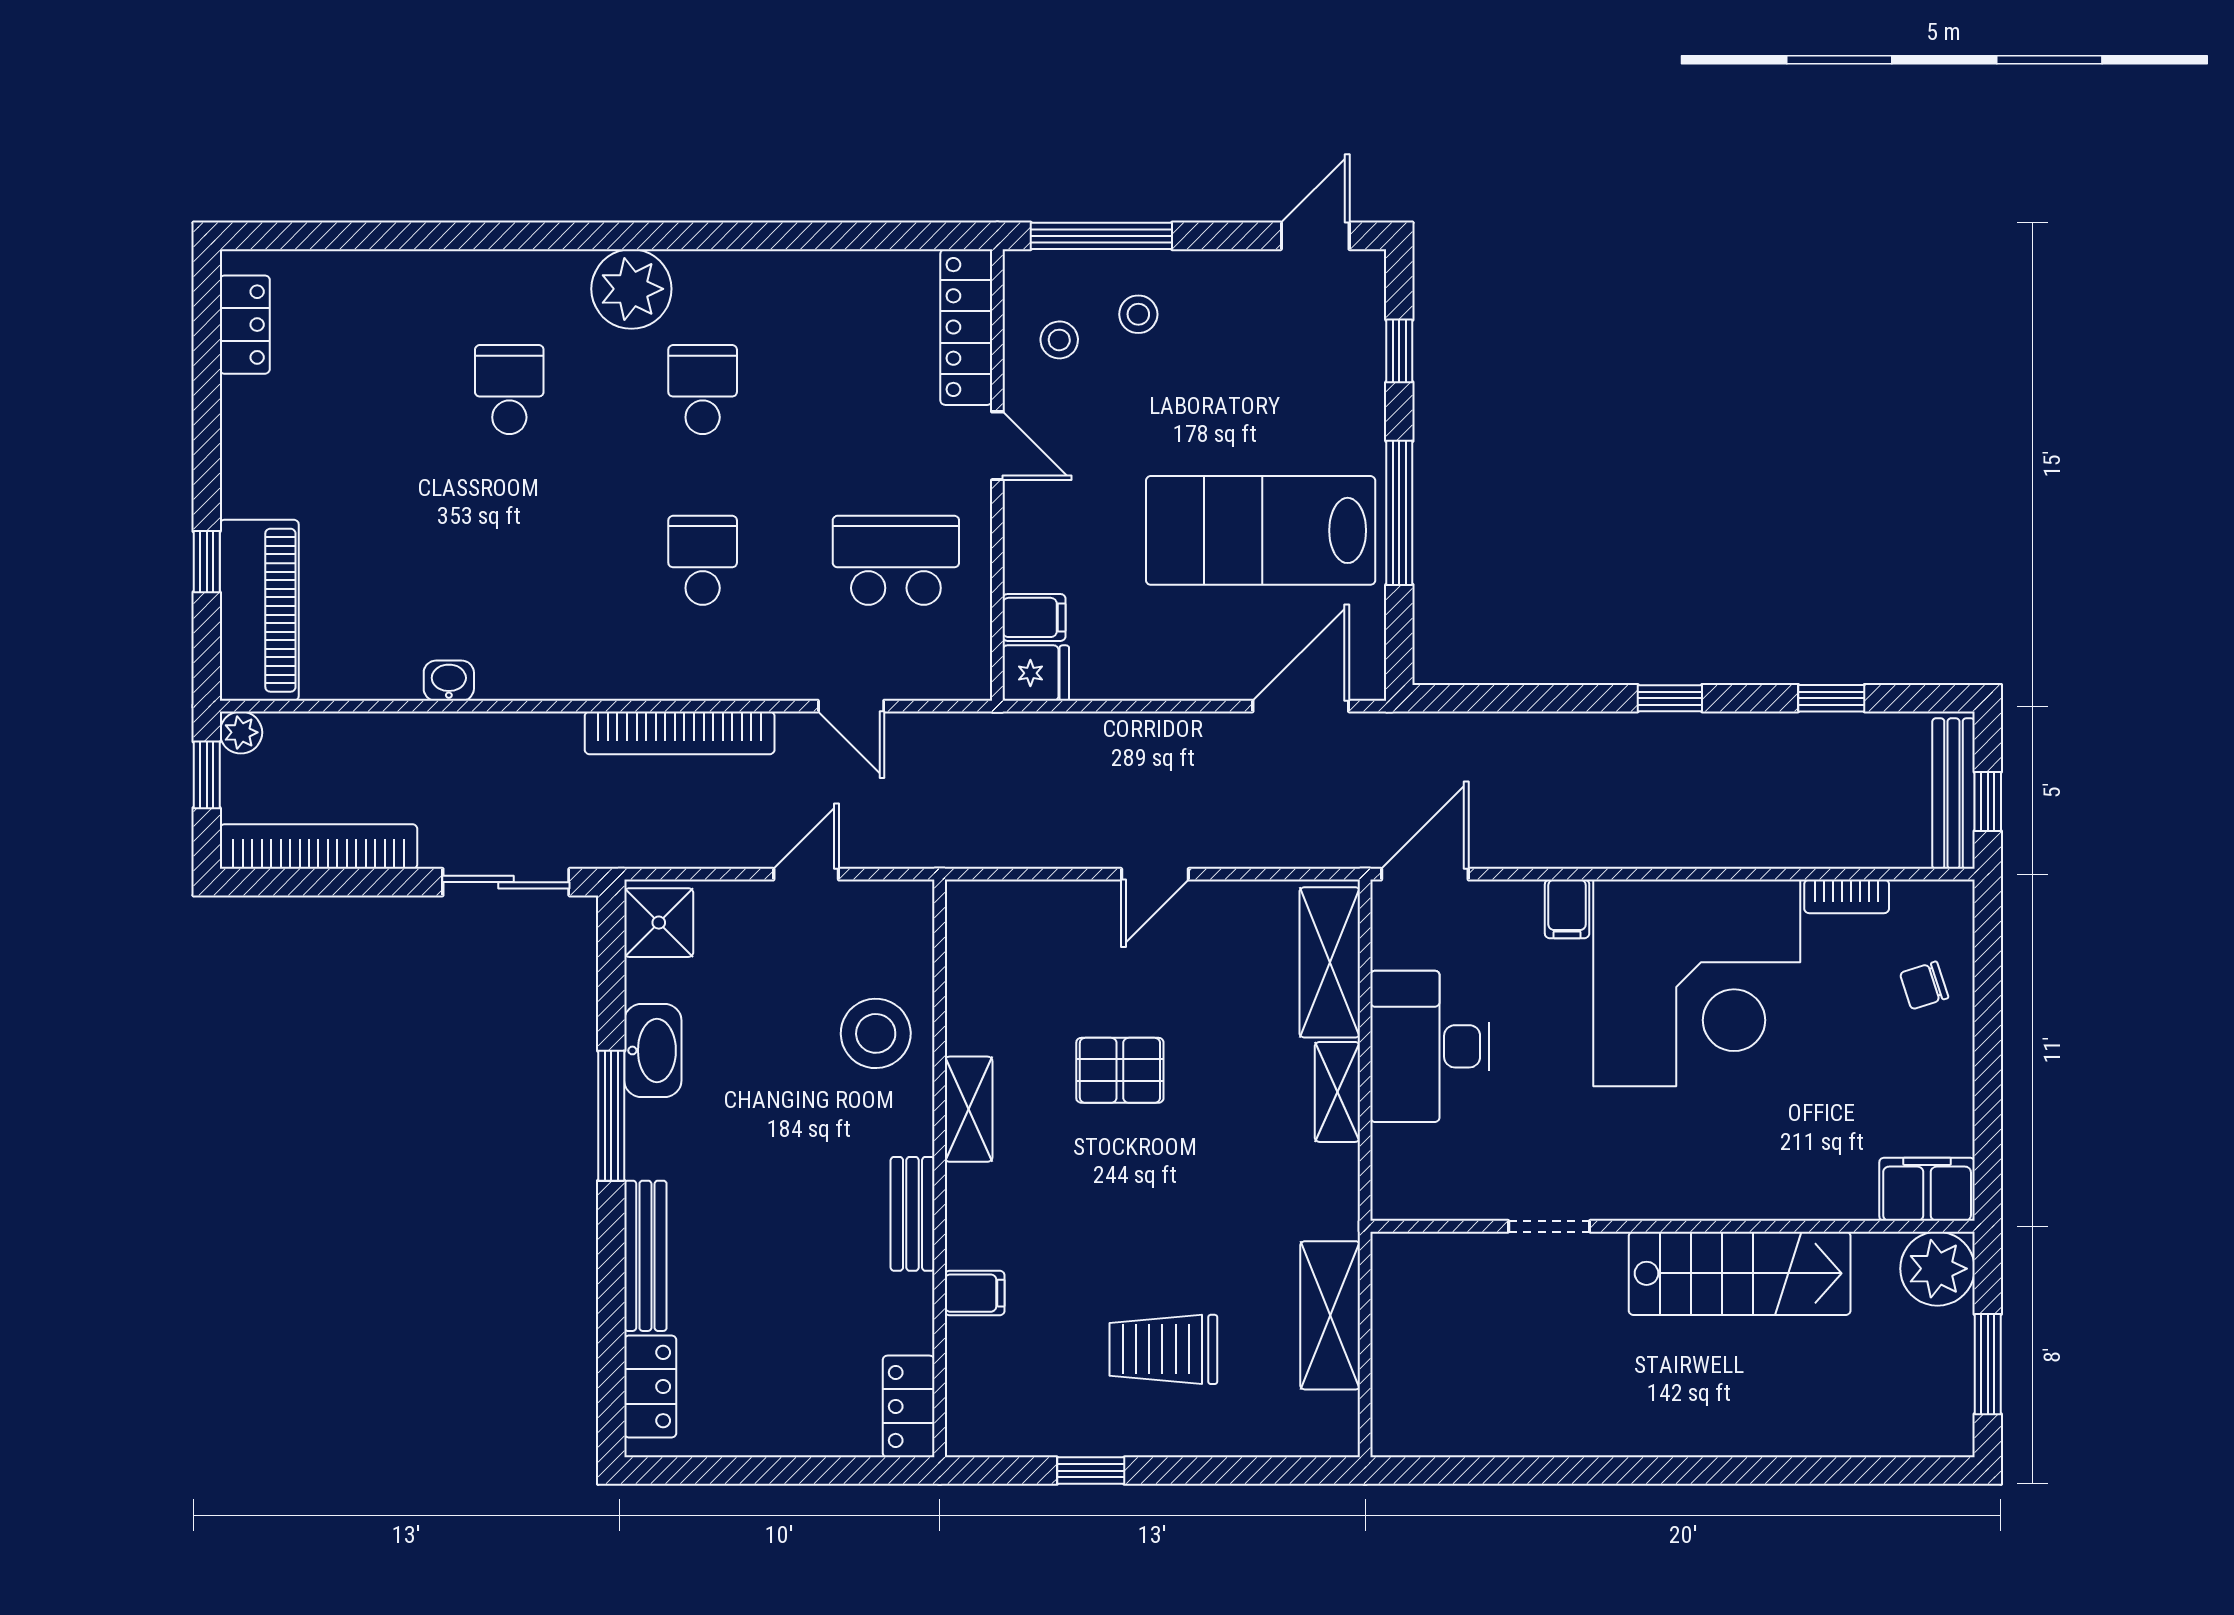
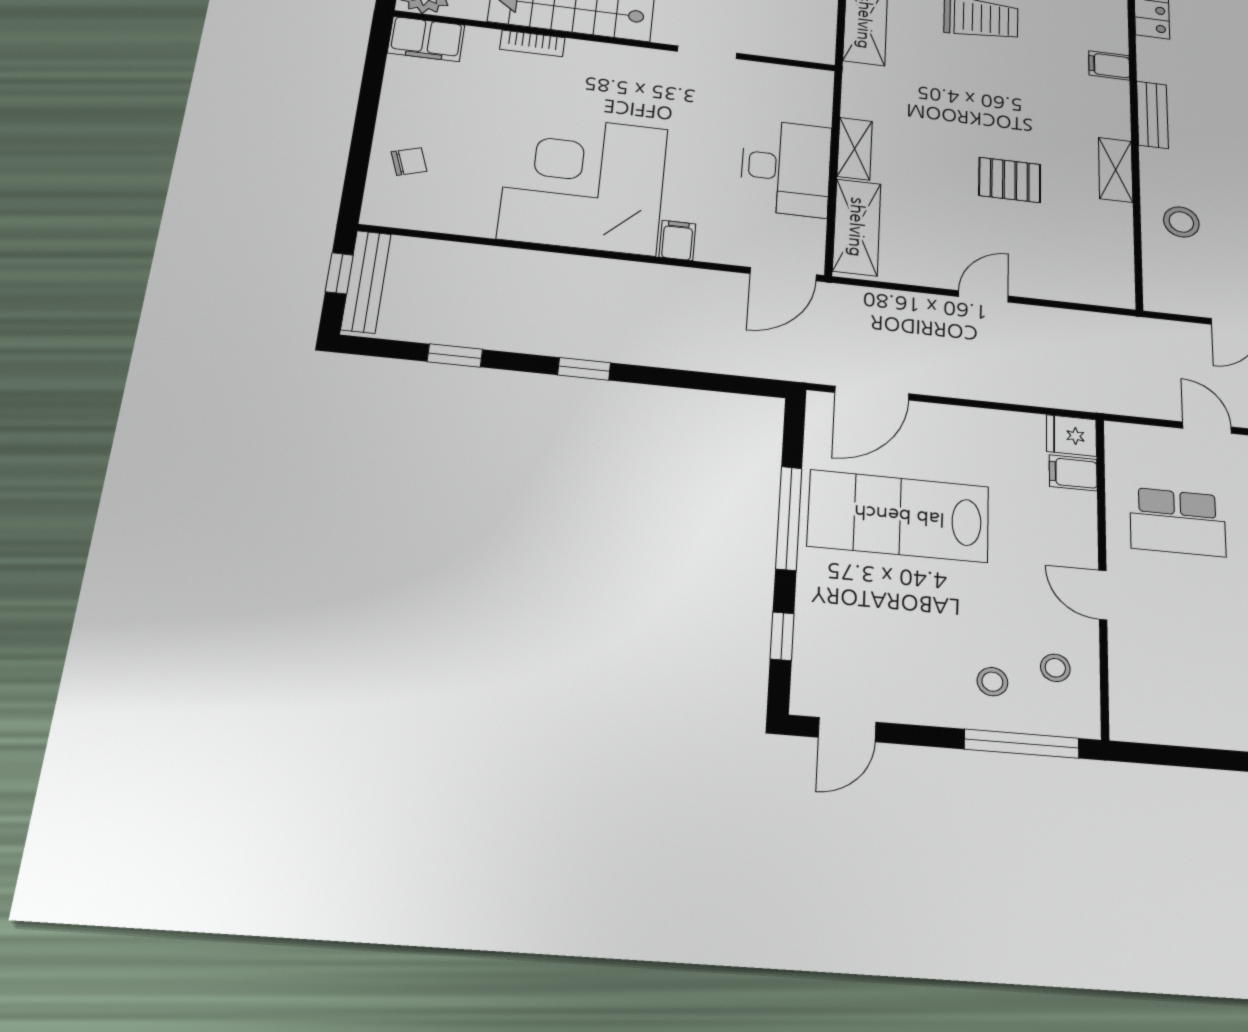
locker: (966, 327) -> (1129, 684), removed
lab bench: (1261, 530) -> (899, 516), turned 180
bookcase: (1847, 896) -> (532, 43), moved, turned 180
stool: (876, 1033) -> (1181, 222), width x0.73, depth x0.73

